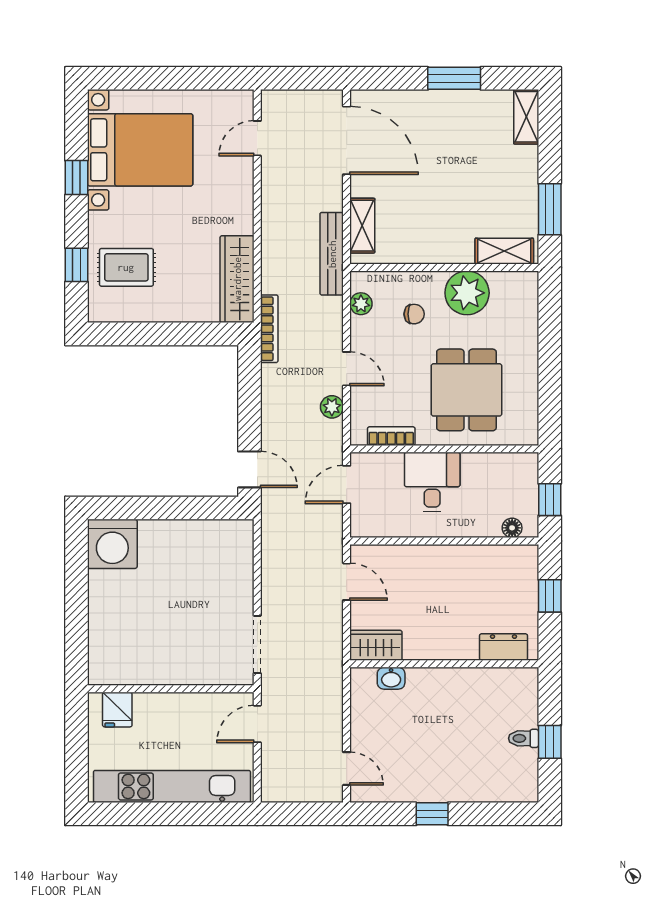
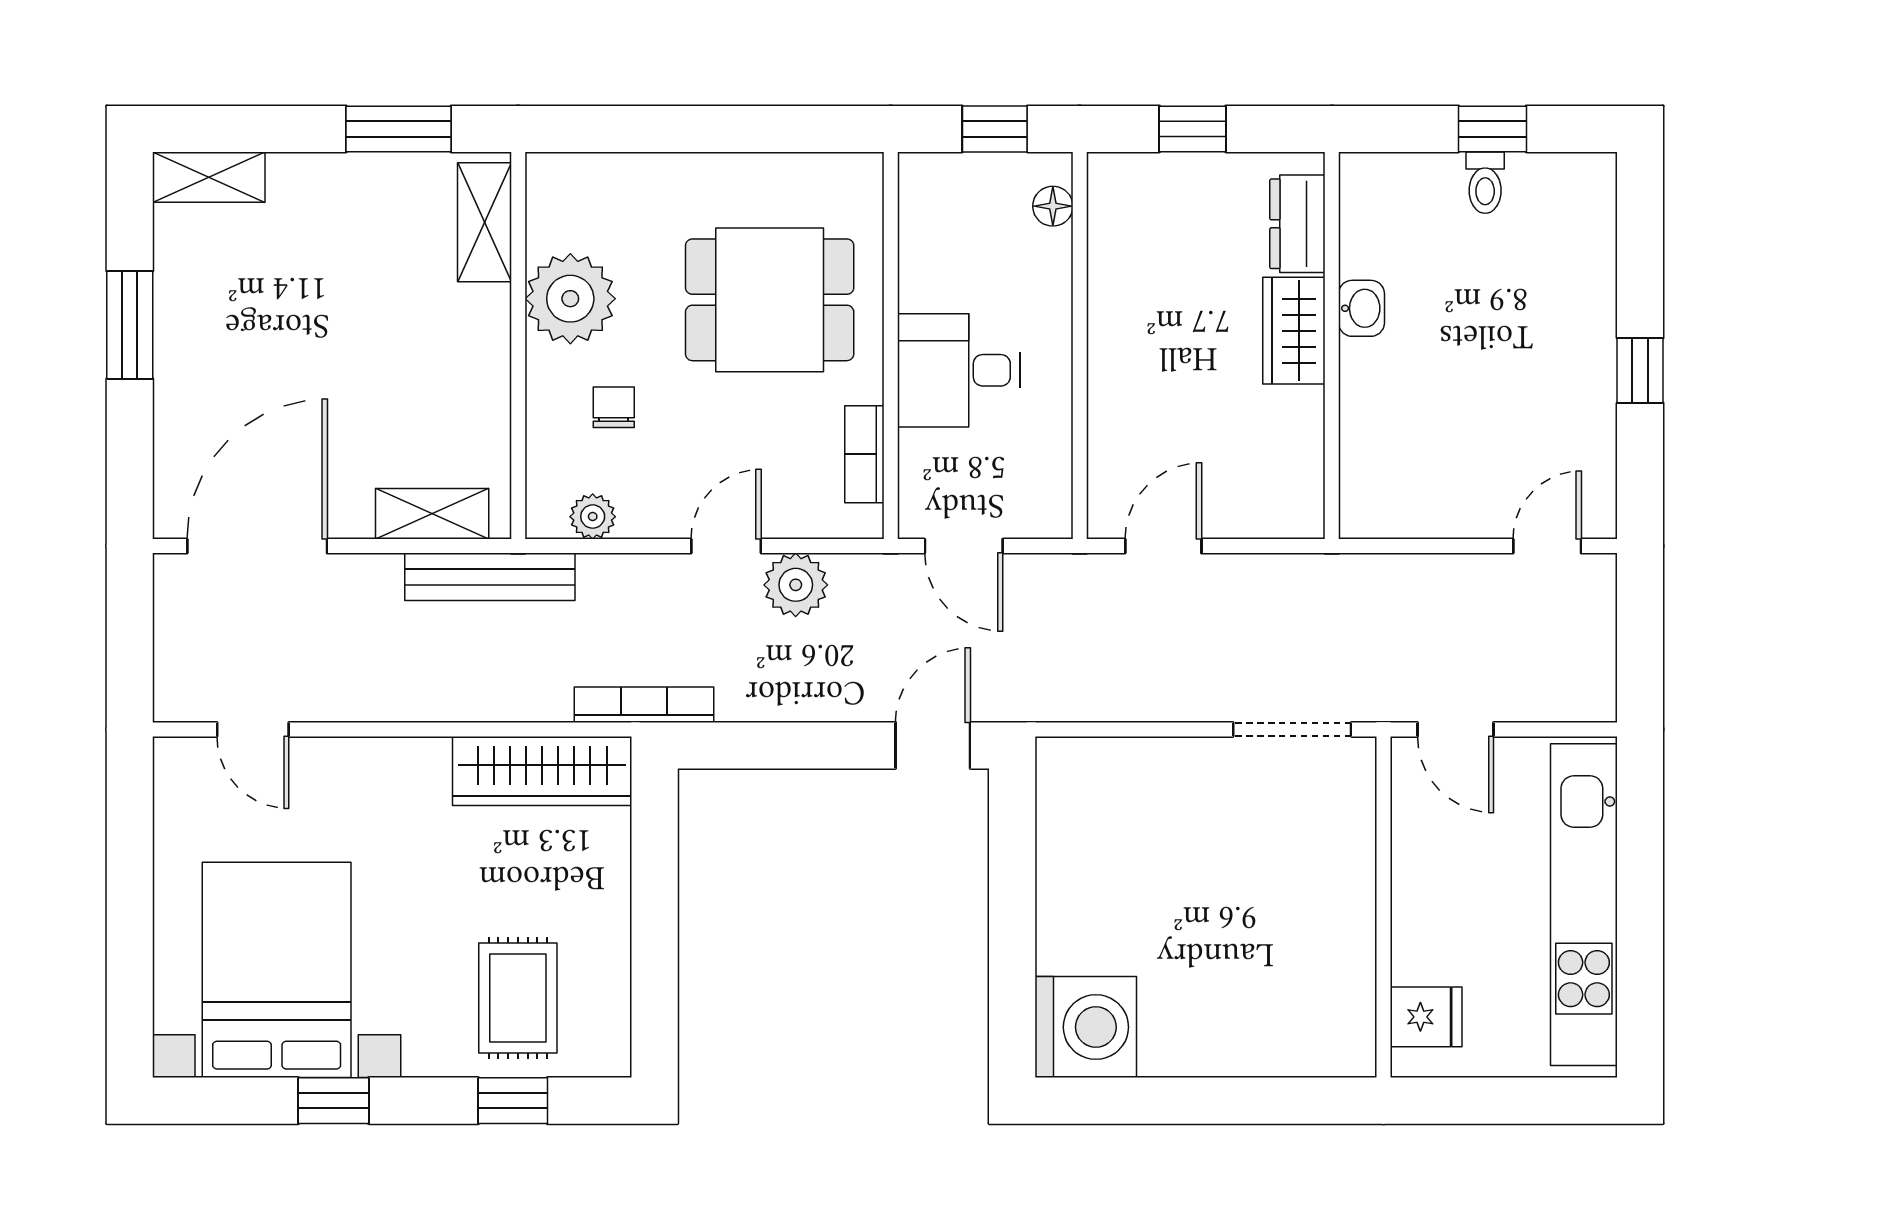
plant: (332, 407) -> (796, 585), width x1.38, depth x1.38
wardrobe: (376, 645) -> (1294, 331), moved
washbasin: (391, 678) -> (1361, 308), moved

